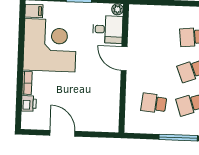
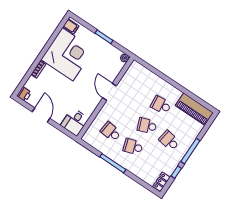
desk: (108, 29) -> (75, 122), moved, turned 90
printer: (29, 103) -> (24, 94), moved

